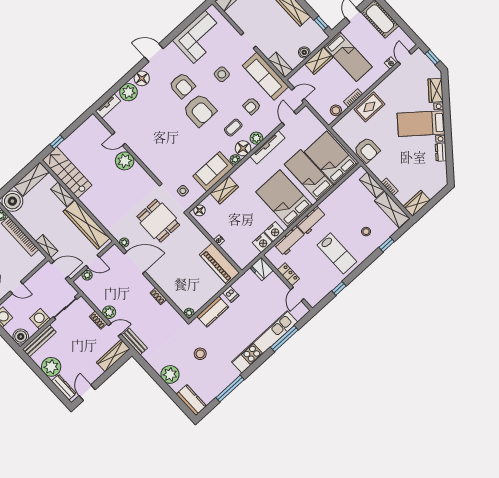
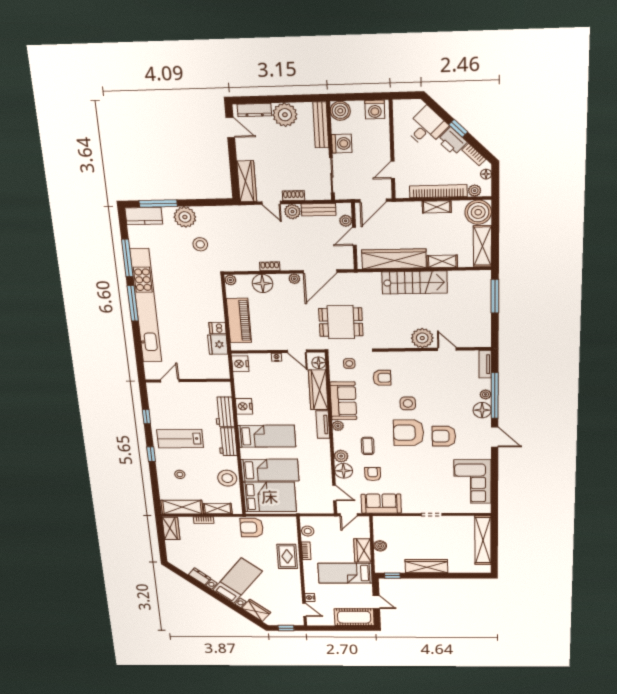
door: (154, 53) -> (495, 437), hinge flipped
shelving: (280, 65) -> (387, 521), removed
side table: (222, 74) -> (408, 403), moved
sofa: (266, 76) -> (381, 504), width x0.73
window: (124, 80) -> (495, 396), added
plant: (129, 92) -> (486, 394), width x0.53, depth x0.53
door: (119, 139) -> (447, 349), hinge flipped
window: (57, 142) -> (495, 296), width x2.17
tv unit: (268, 147) -> (323, 425), moved, width x0.71
floor lamp: (243, 148) -> (344, 471), moved
armchair: (175, 162) -> (382, 378), added
stairs: (67, 172) -> (414, 283), moved
wardrobe: (224, 190) -> (318, 390), width x1.50
stool: (341, 198) -> (227, 478), added
bed: (284, 199) -> (267, 436), width x0.67
door: (203, 231) -> (297, 351), added
plant: (124, 243) -> (294, 279), moved
nightstand: (262, 243) -> (240, 364), moved
window: (387, 245) -> (151, 454), moved
shelving: (47, 246) -> (437, 207), moved
piano: (219, 264) -> (239, 321), moved, turned 90
fridge: (262, 269) -> (218, 344), moved, turned -90
locker: (288, 274) -> (195, 388), removed
door: (16, 287) -> (393, 170), moved
floor lamp: (174, 291) -> (262, 283), added
door: (297, 294) -> (170, 381), hinge flipped
kitchen counter: (213, 312) -> (214, 301), removed
door: (115, 330) -> (271, 203), hinge flipped
window: (284, 339) -> (133, 303), moved
bench: (135, 342) -> (319, 210), moved
kitchen unit: (265, 342) -> (146, 306), width x1.36
stool: (200, 354) -> (200, 244), moved
window: (175, 398) -> (158, 204), added

